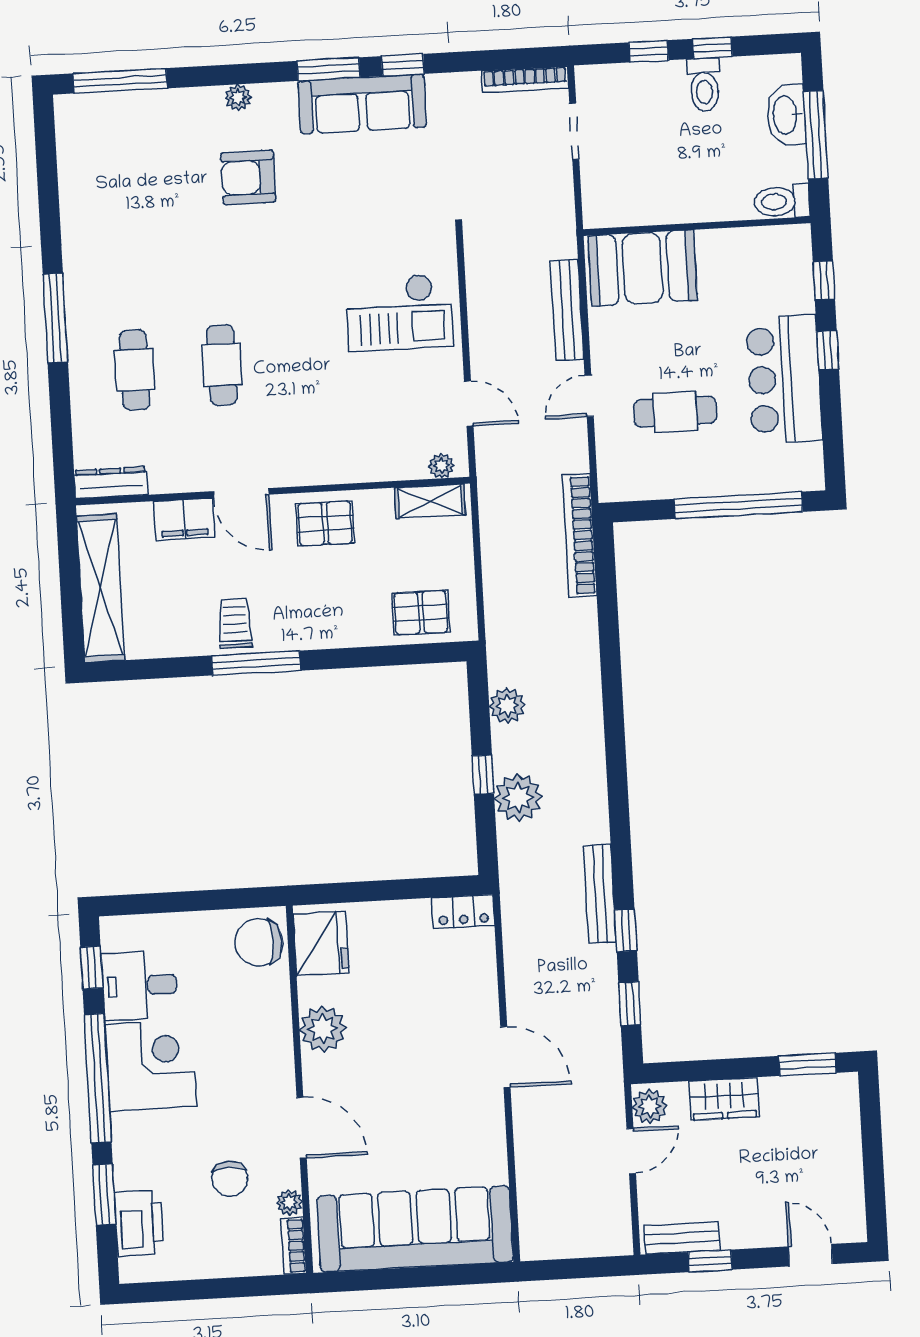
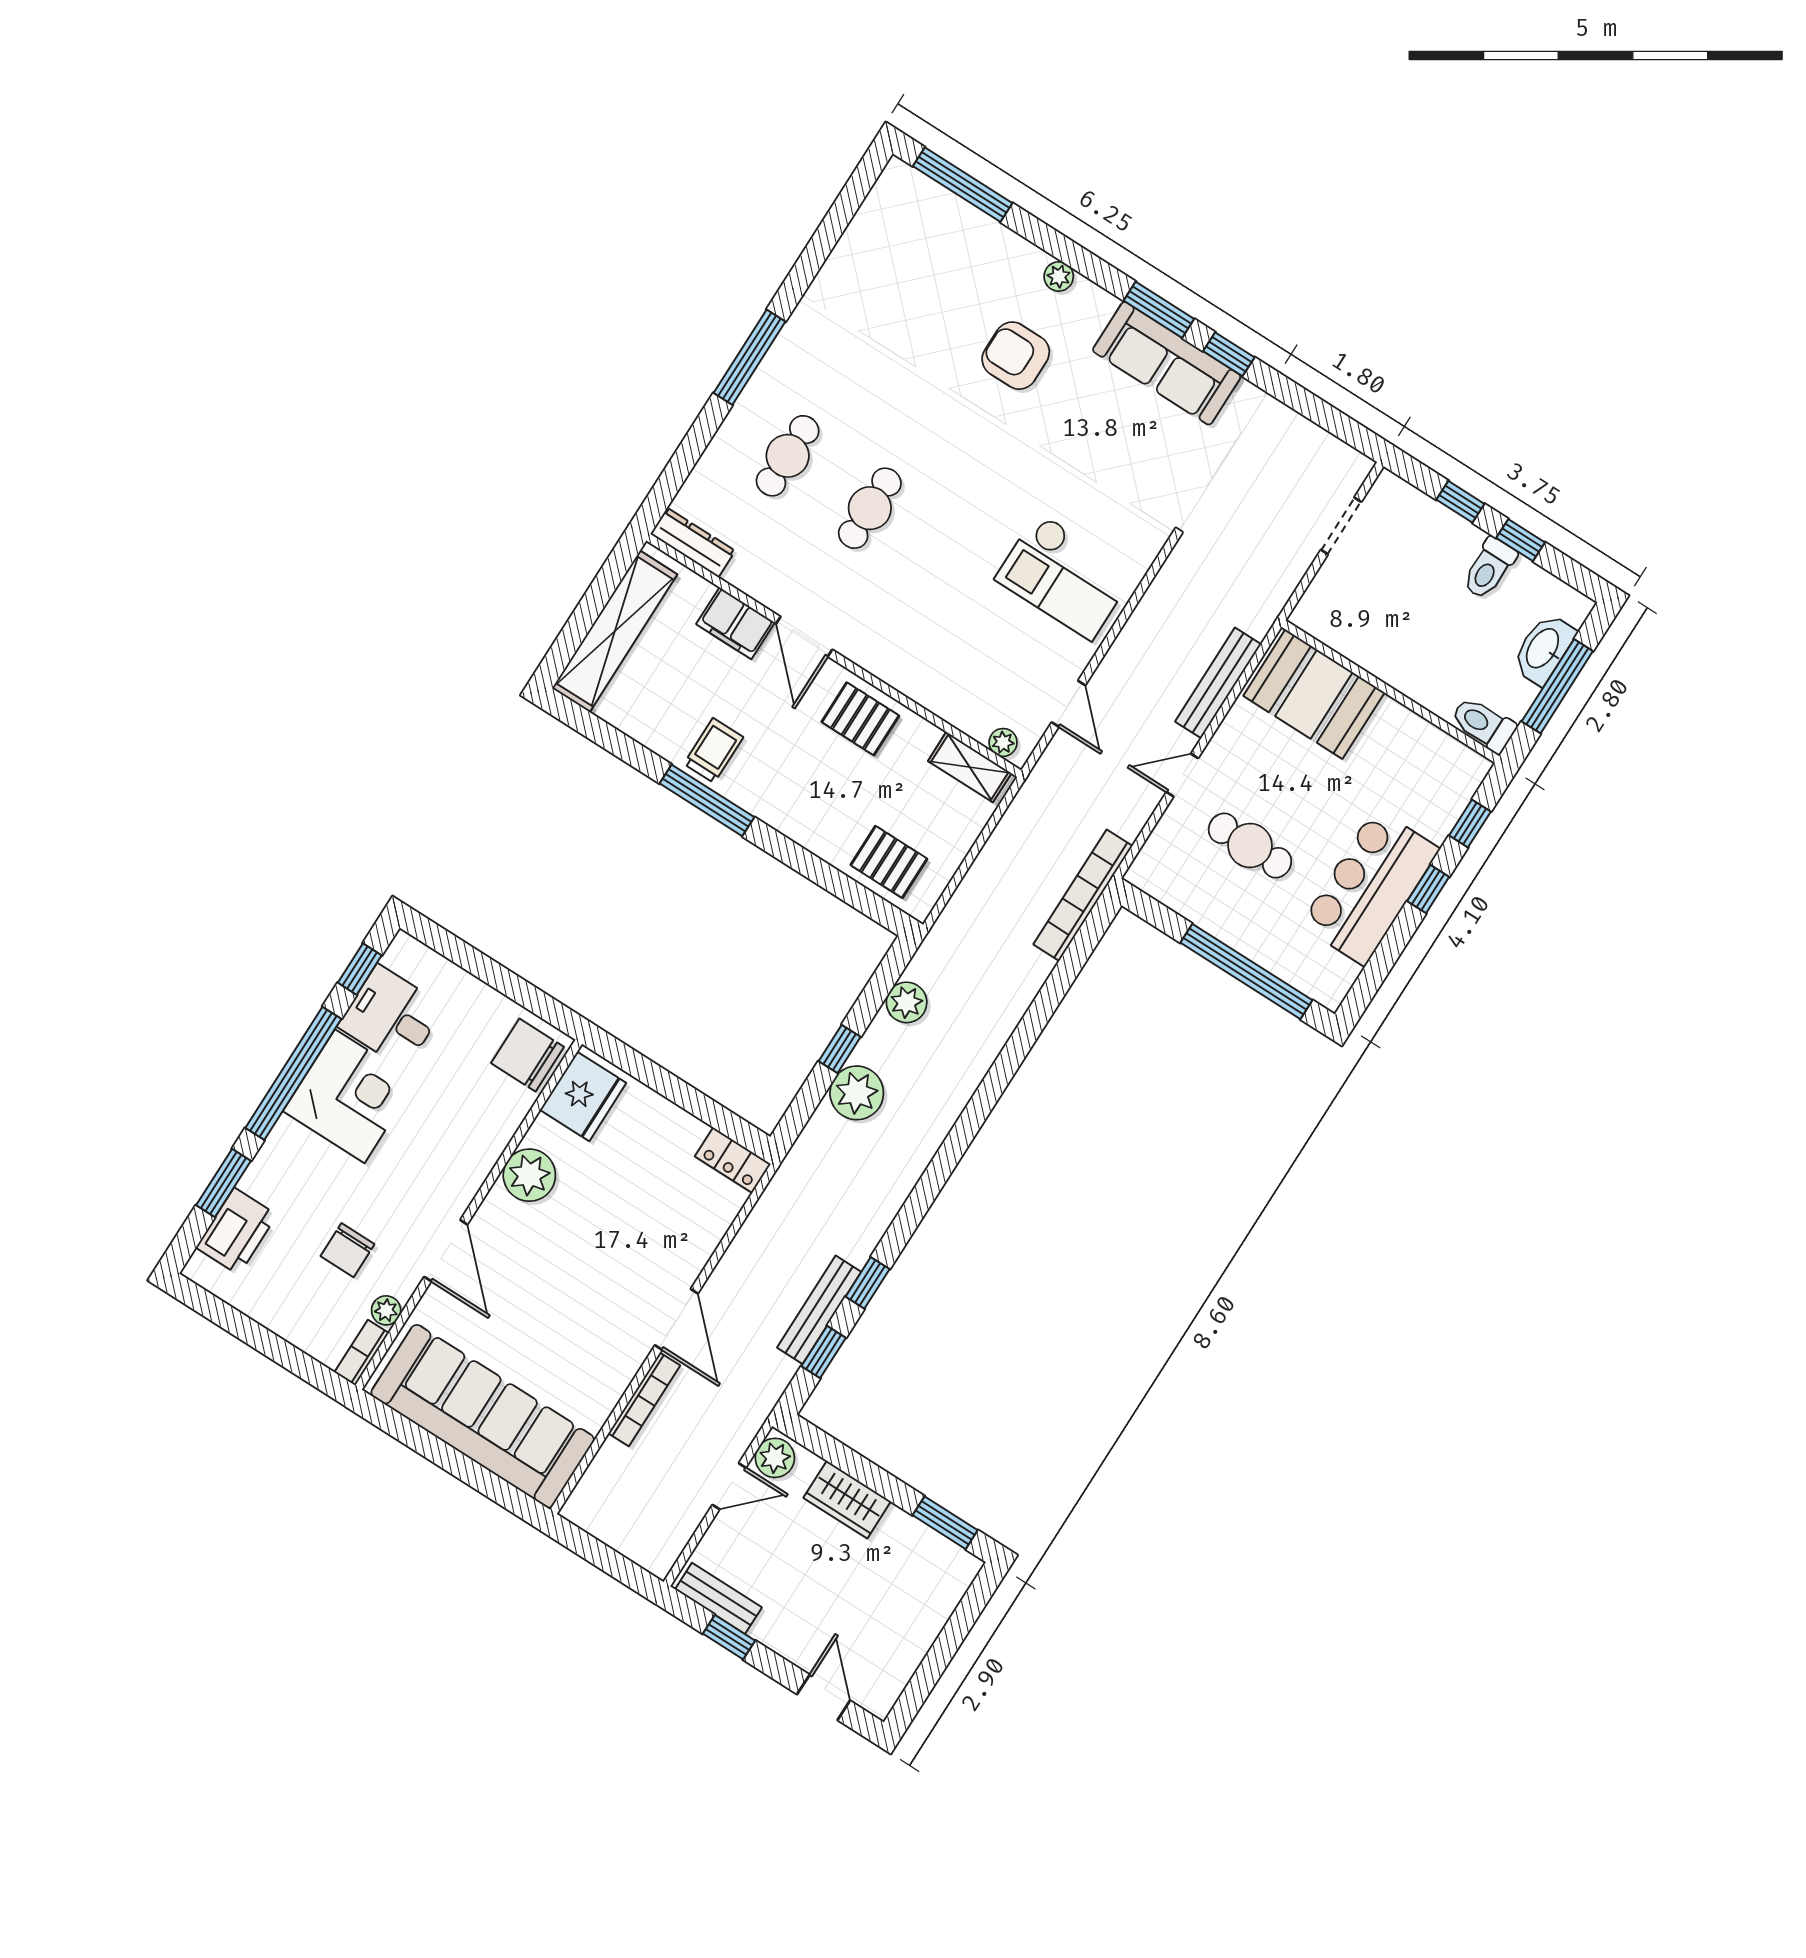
bookcase: (525, 79) -> (644, 1399), moved, turned -90
bench: (600, 894) -> (819, 1310), moved

